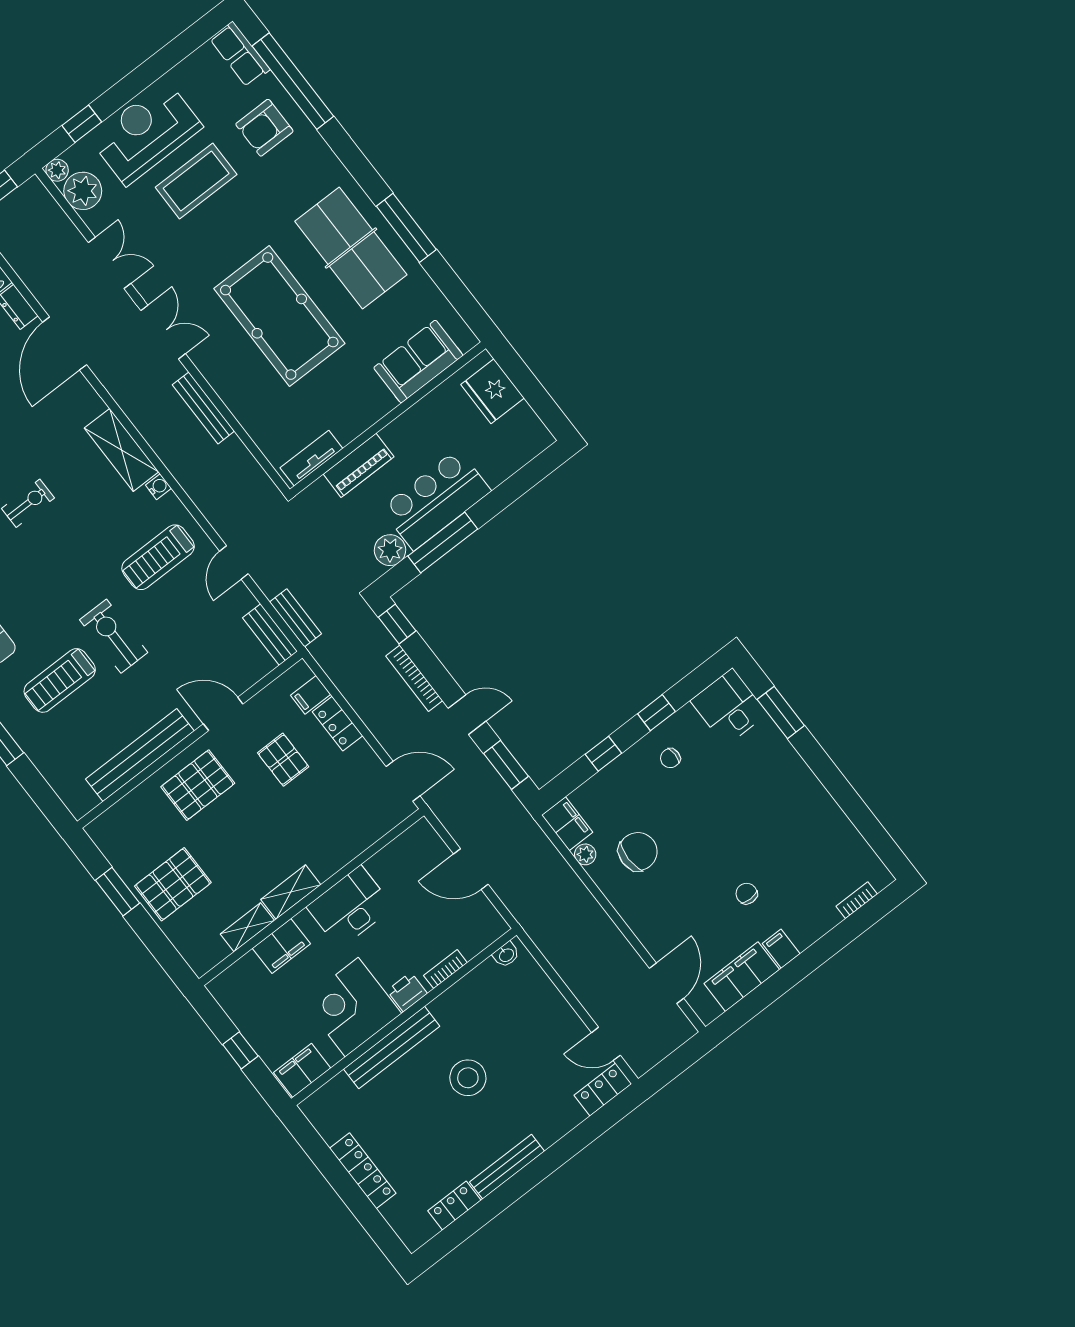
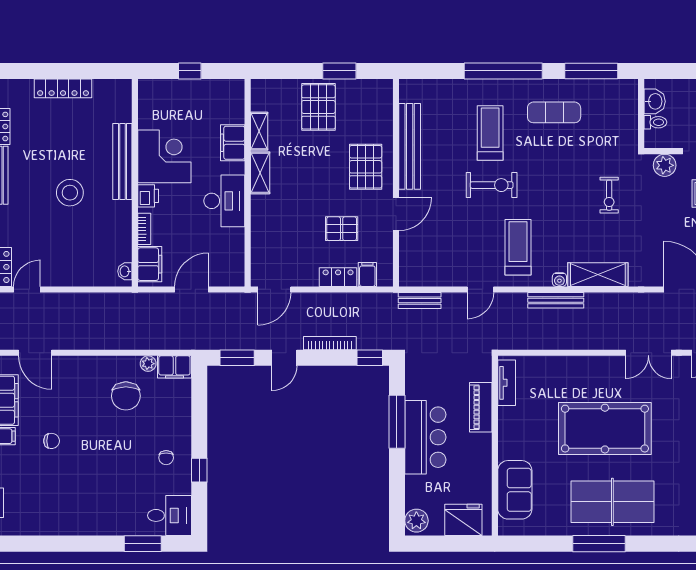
bench: (203, 408) -> (556, 300), moved
plant: (390, 550) -> (416, 521), moved
door: (234, 563) -> (480, 289), swing flipped
bench: (270, 635) -> (421, 278), removed
window: (603, 754) -> (199, 420), removed
chair: (670, 758) -> (166, 458), turned 180
filing cabinet: (302, 1070) -> (150, 264), moved

